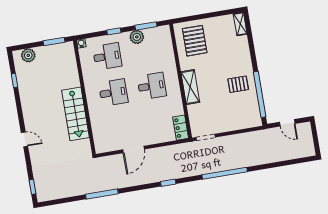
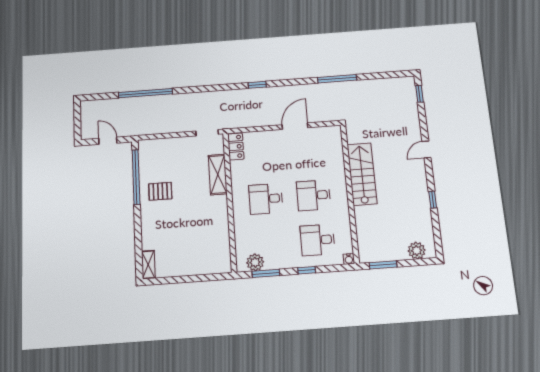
plant: (137, 37) -> (255, 262), moved
pallet: (195, 41) -> (207, 249), removed
window: (14, 80) -> (433, 200), moved
shelving: (190, 87) -> (218, 174), moved
door: (24, 139) -> (426, 149), hinge flipped
window: (225, 173) -> (145, 93), moved

